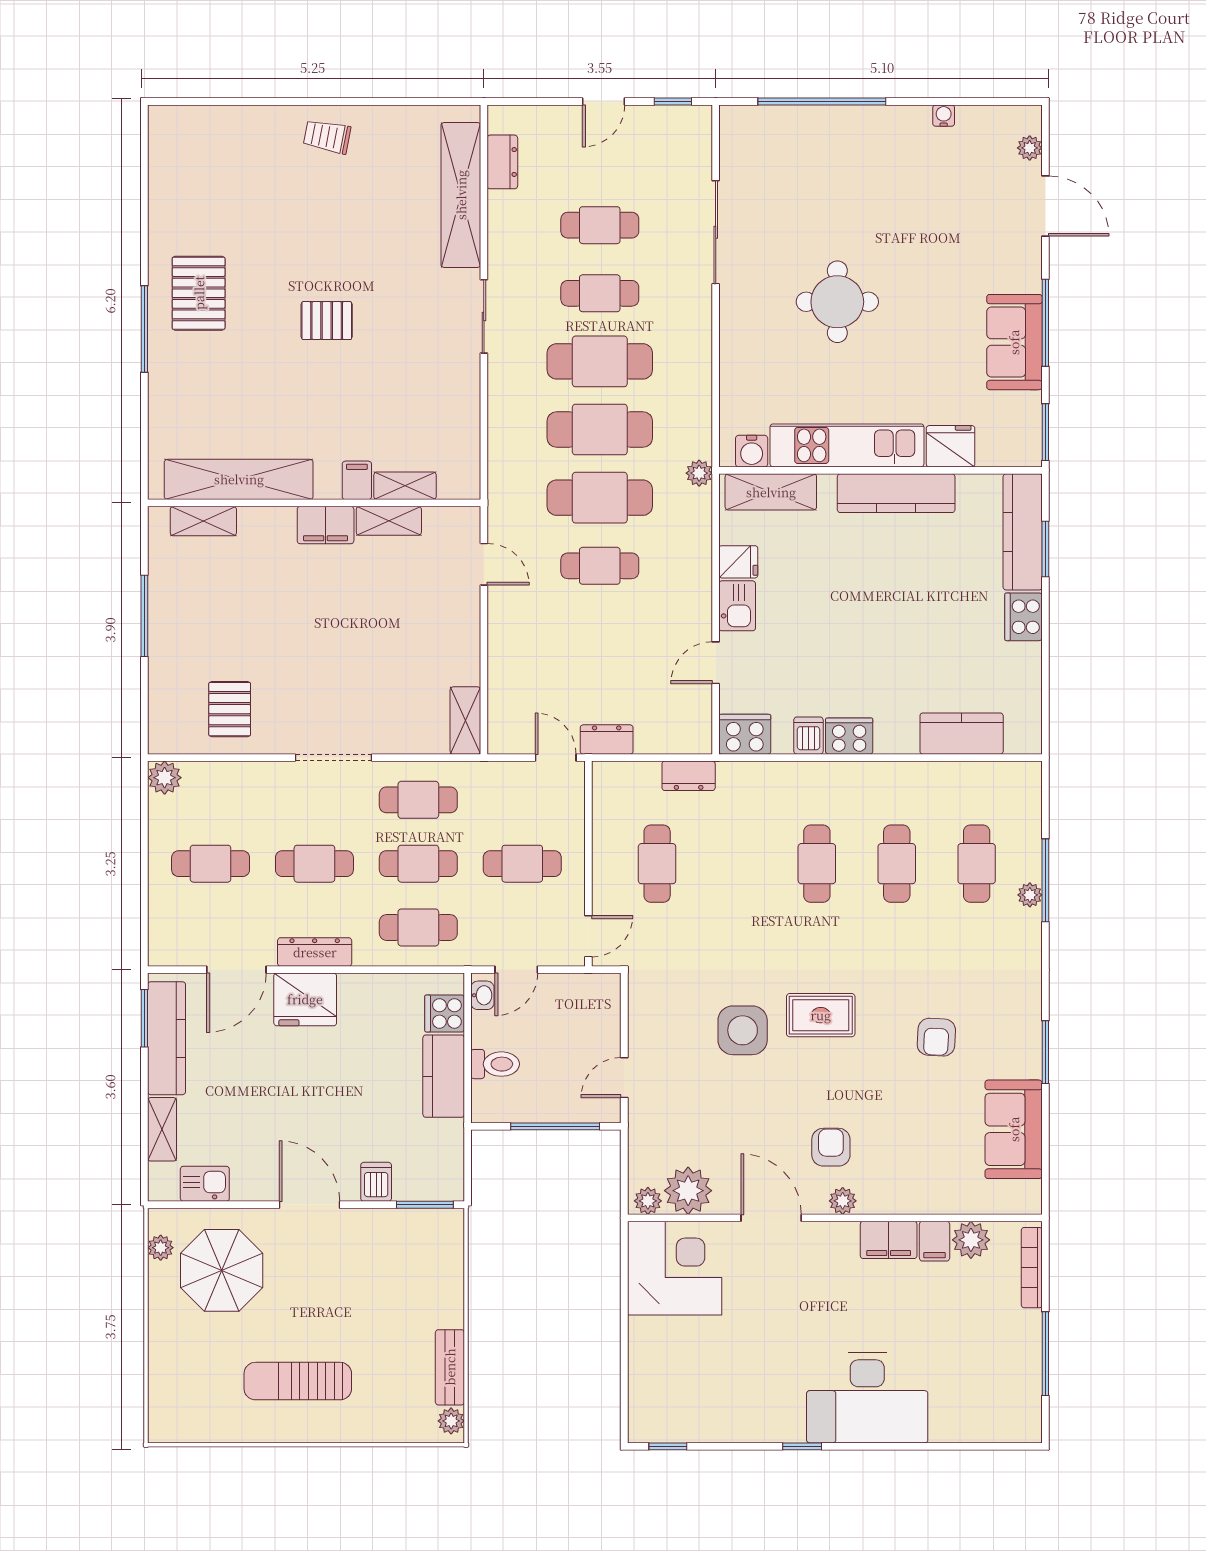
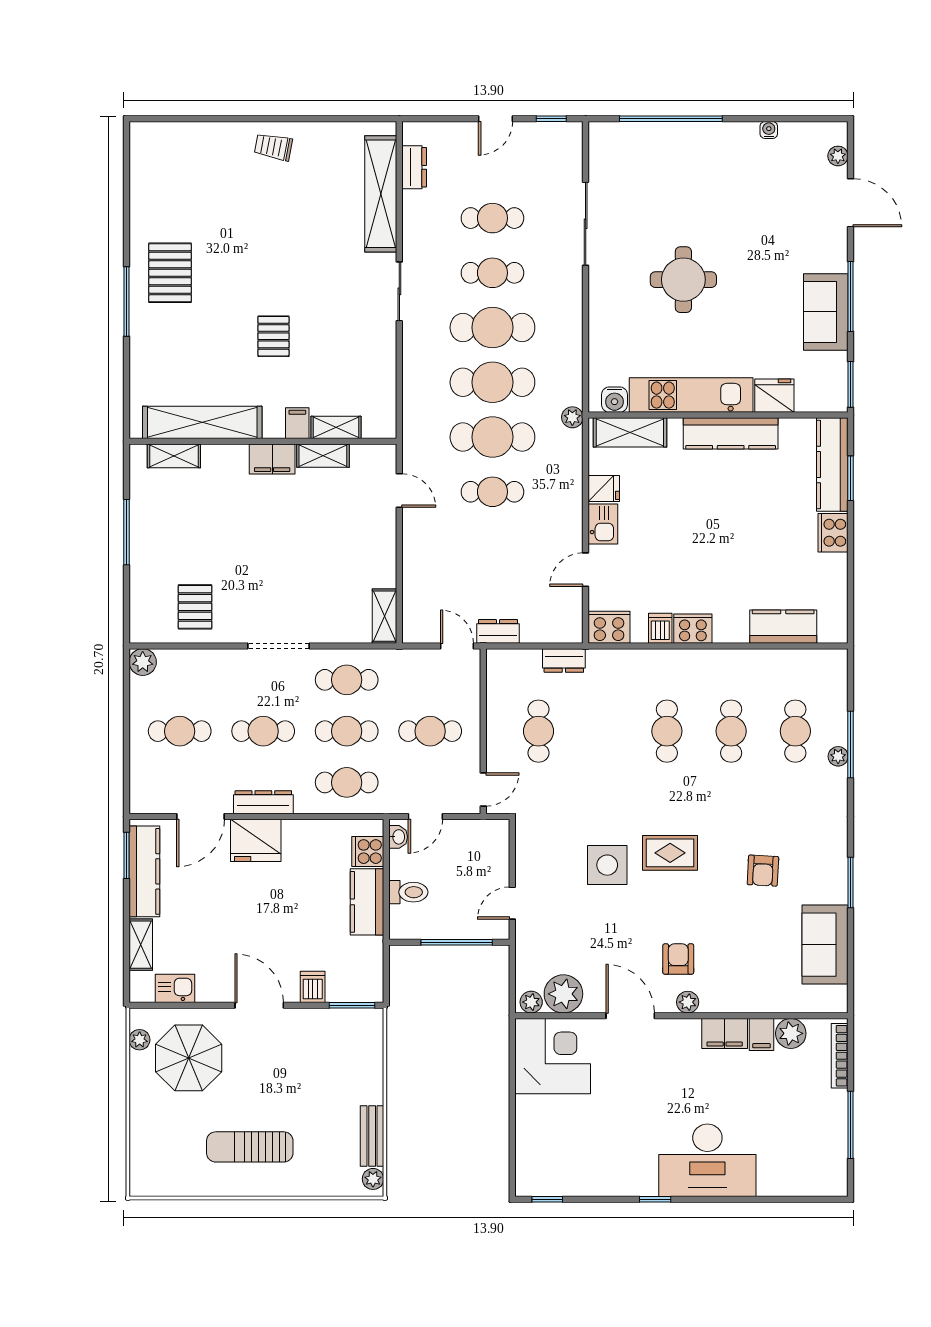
pallet: (327, 321) -> (273, 336), moved, turned 90

